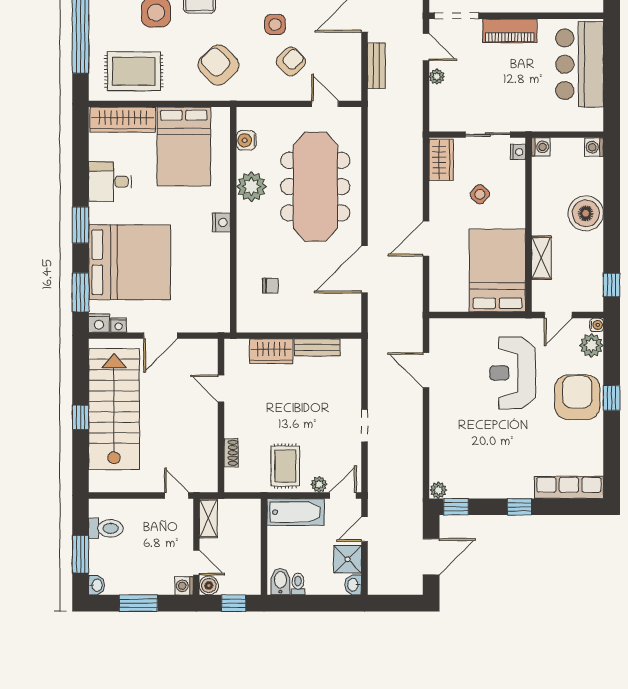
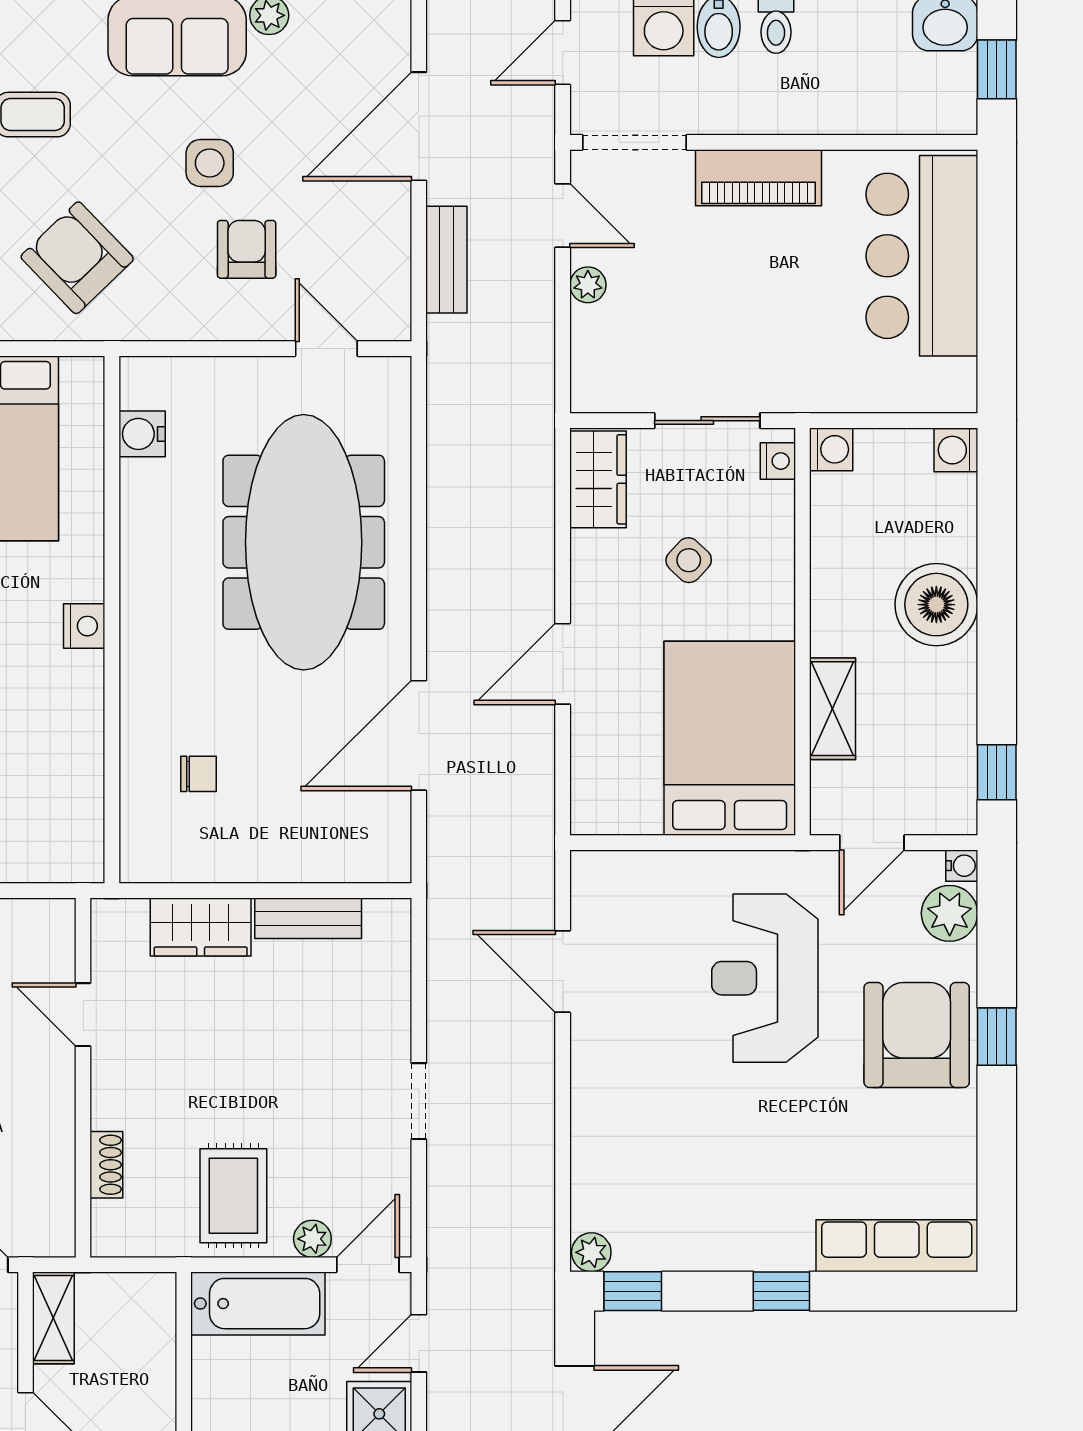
armchair: (291, 61) -> (247, 249), turned -45
plant: (251, 187) -> (154, 542), removed

